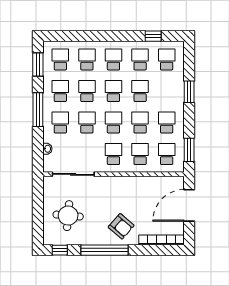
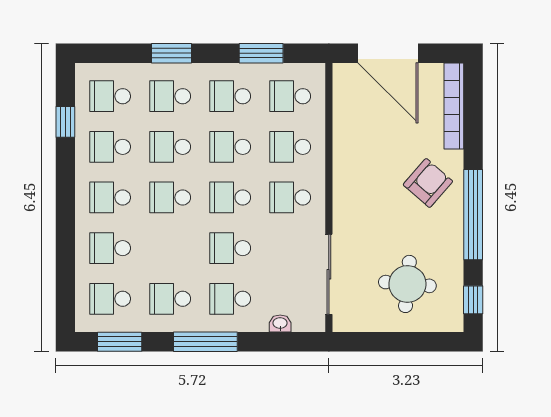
school desk: (87, 91) -> (170, 96), moved
window: (189, 150) -> (261, 53), moved

